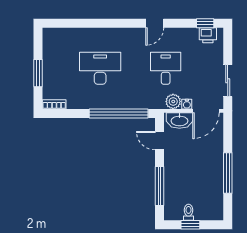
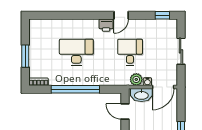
printer: (208, 35) -> (106, 25), moved
sliding door: (228, 81) -> (181, 51), moved
window: (119, 113) -> (75, 89), moved

